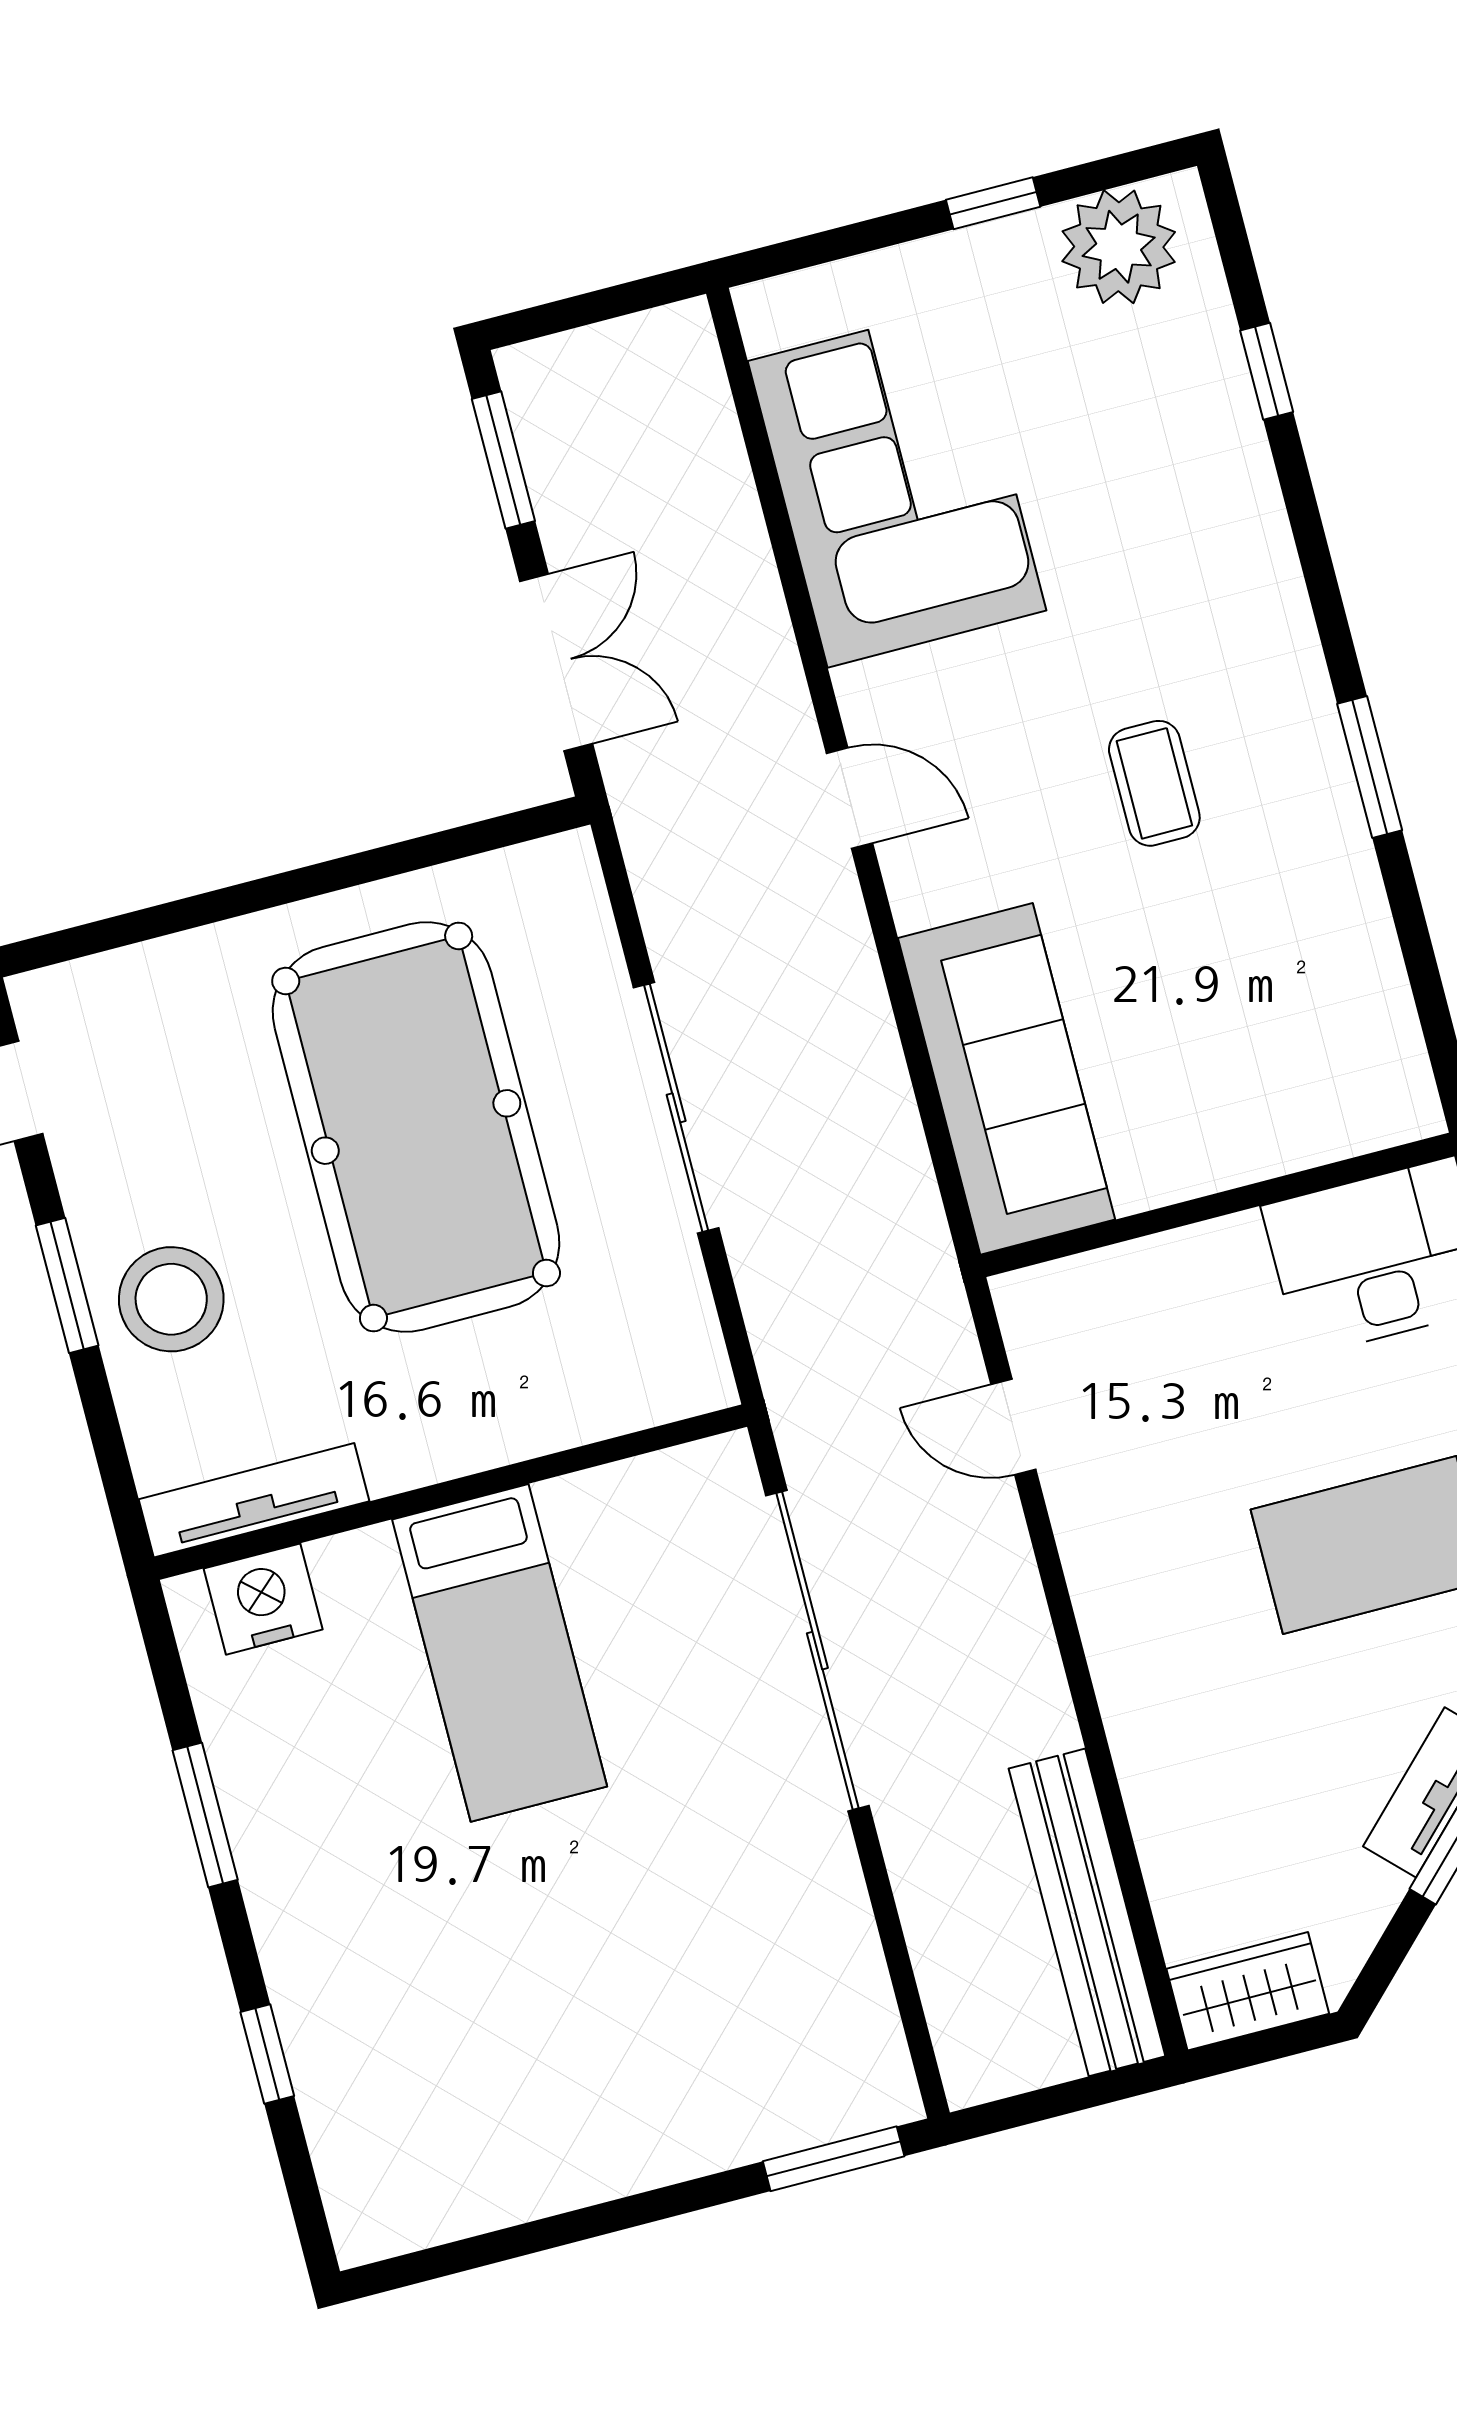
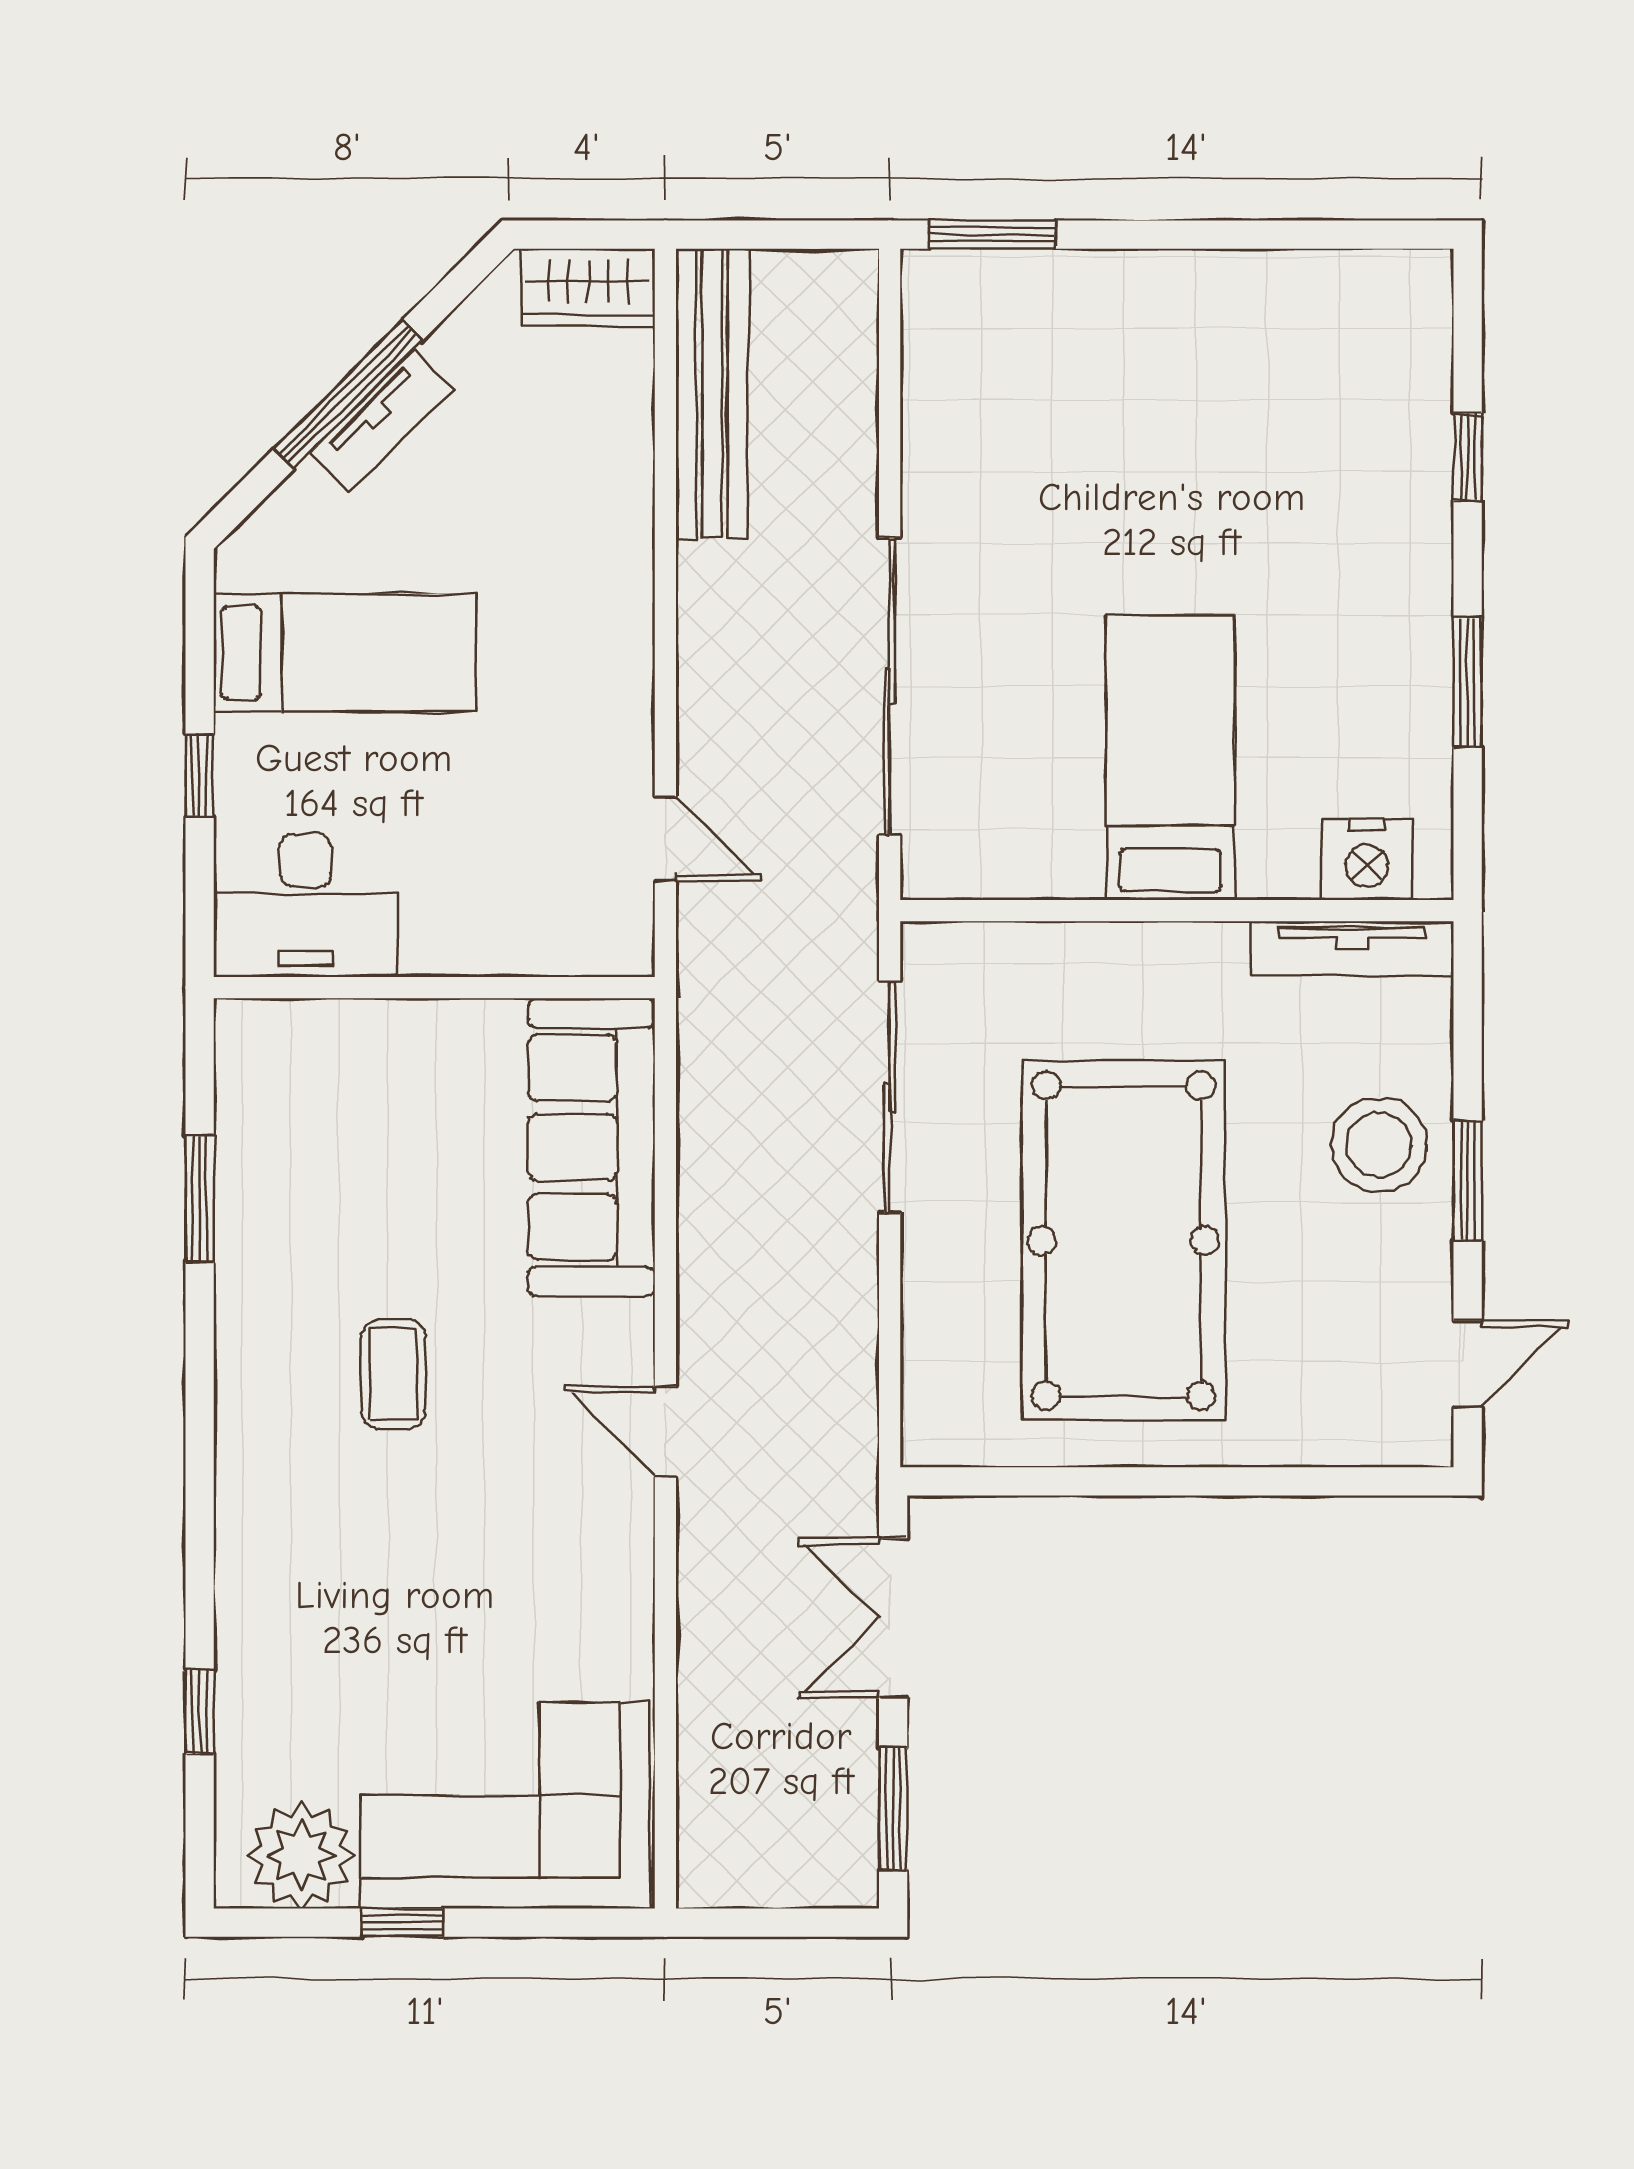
corner sofa: (897, 486) -> (505, 1806), moved, turned 90
window: (1370, 767) -> (200, 1199), moved
sliding door: (676, 1108) -> (890, 1097), moved

